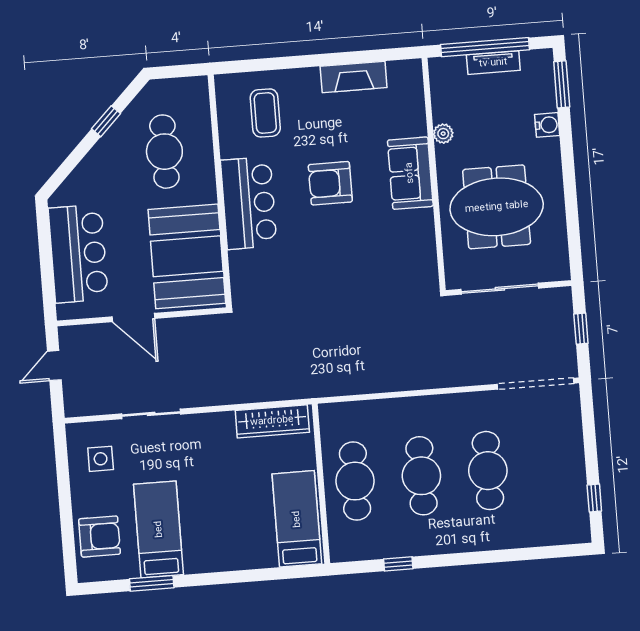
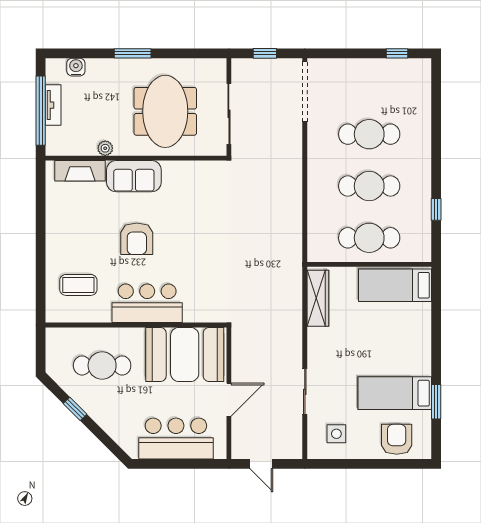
fireplace: (354, 77) -> (80, 171), moved, turned 90
window: (562, 84) -> (133, 53), moved
water cooler: (547, 125) -> (76, 67), moved

